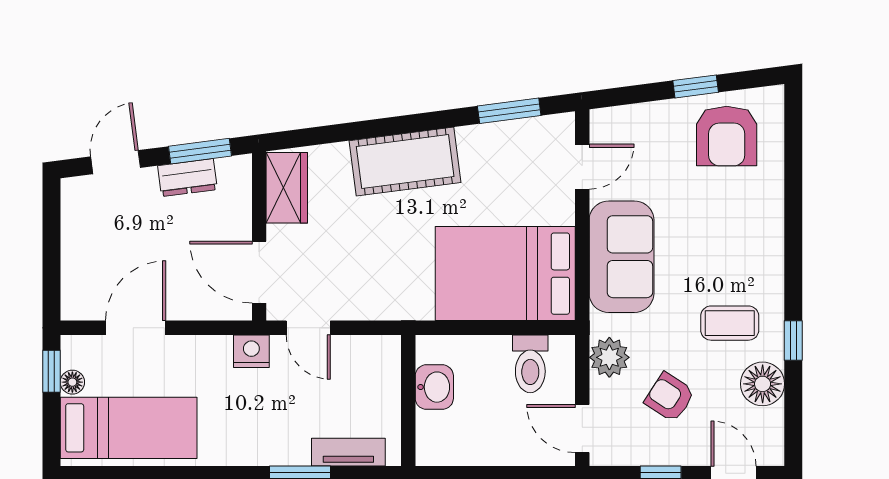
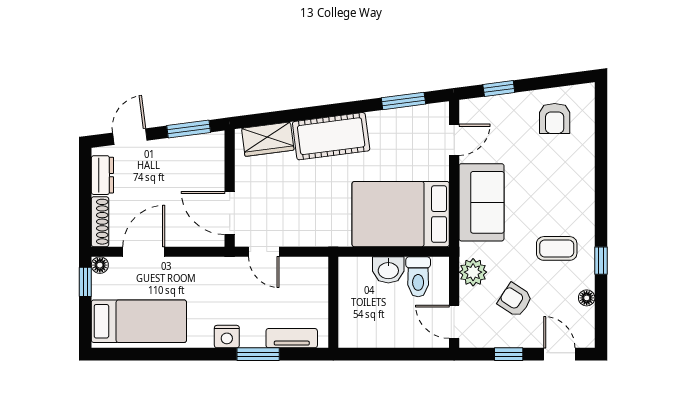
window: (696, 86) -> (499, 88), moved
armchair: (727, 136) -> (555, 118), width x0.72, depth x0.72
dresser: (187, 178) -> (102, 175), moved, turned -83
wardrobe: (287, 188) -> (268, 139), moved, turned 83
shoe rack: (73, 285) -> (100, 222), added
nightstand: (251, 351) -> (227, 337), moved, turned 180
floor lamp: (72, 382) -> (100, 265), moved
floor lamp: (763, 384) -> (587, 298), width x0.53, depth x0.53
washbasin: (434, 387) -> (388, 270), moved, turned 90

